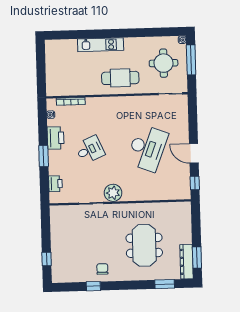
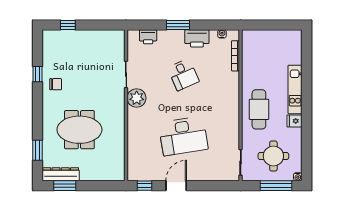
fridge: (130, 44) -> (295, 121), added
desk: (147, 148) -> (183, 136), turned -30

